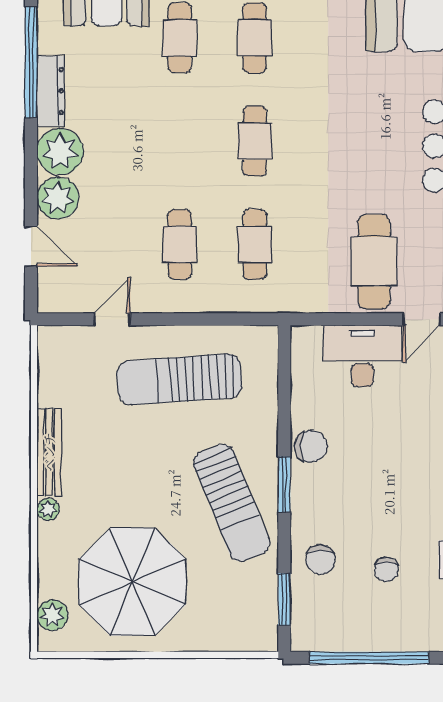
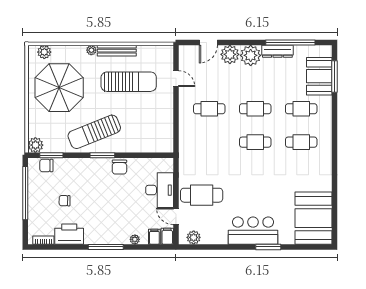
cafe table: (255, 244) -> (255, 109), moved
sun lounger: (179, 379) -> (129, 82), moved, turned 94
chair: (321, 560) -> (46, 166), moved
plant: (261, 635) -> (35, 145), added

